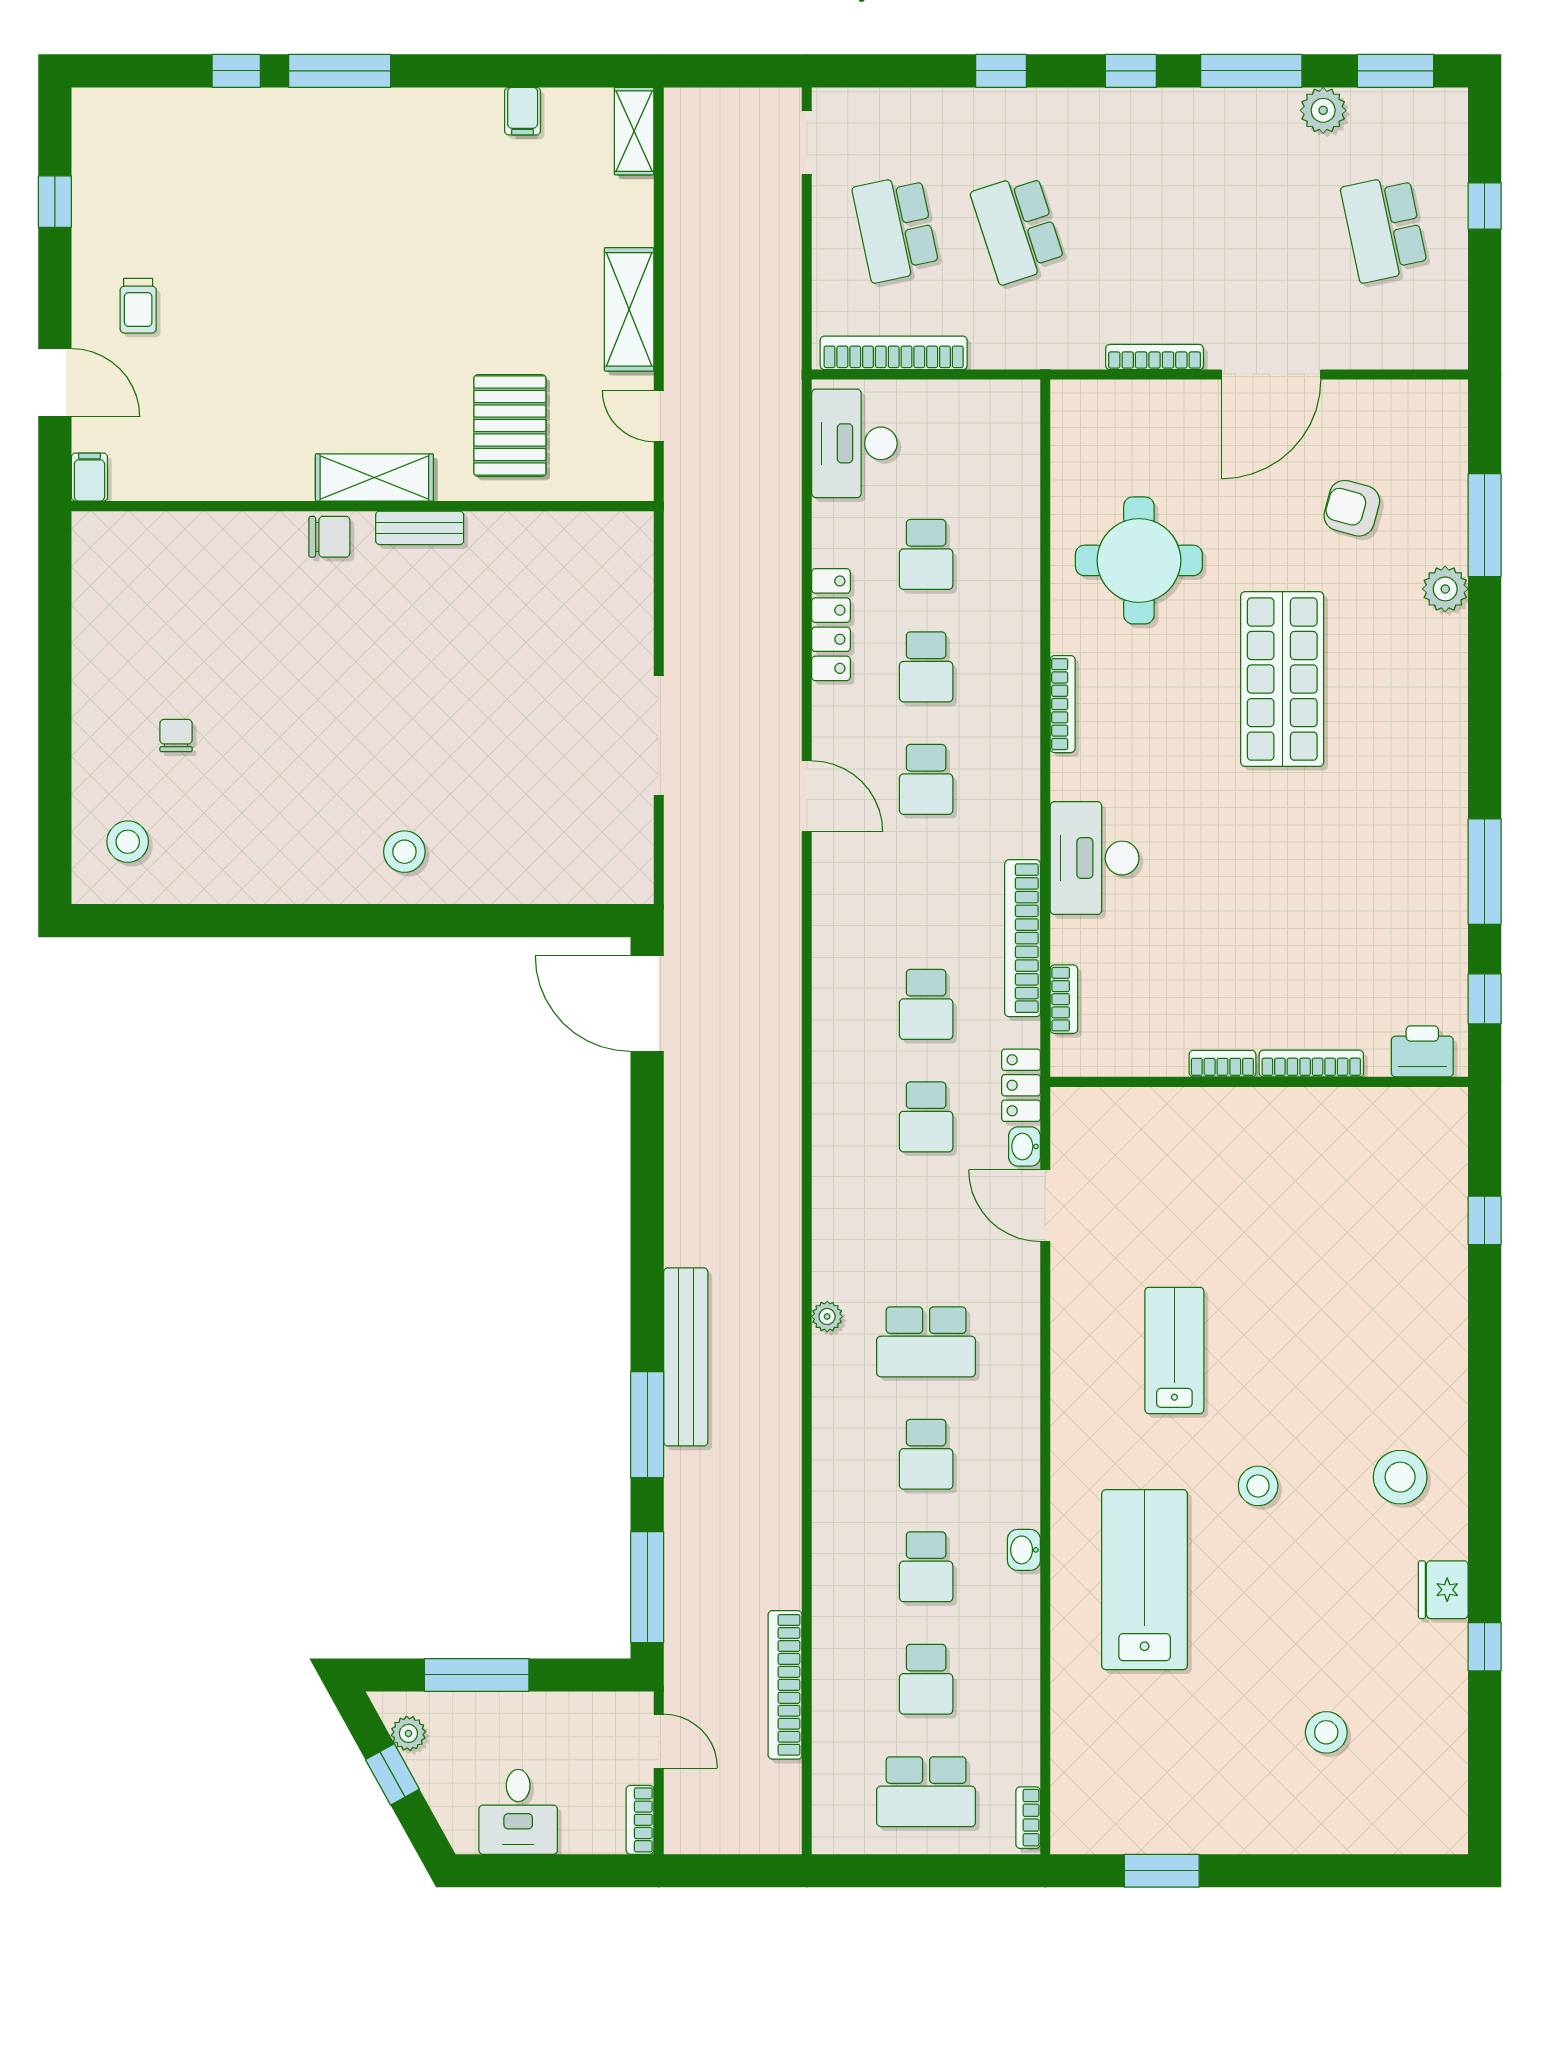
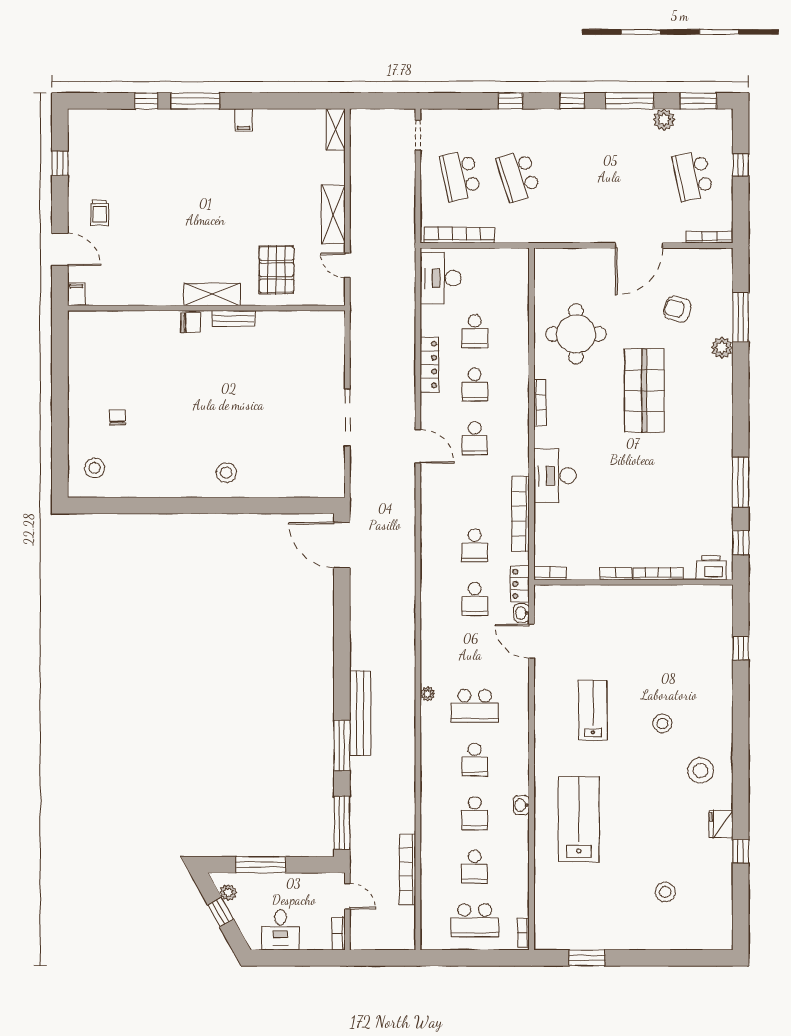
filing cabinet: (523, 111) -> (244, 120), moved
bookcase: (1155, 357) -> (710, 237), moved
bookcase: (1064, 999) -> (550, 573), moved, turned -90
stool: (1258, 1486) -> (662, 723), moved

